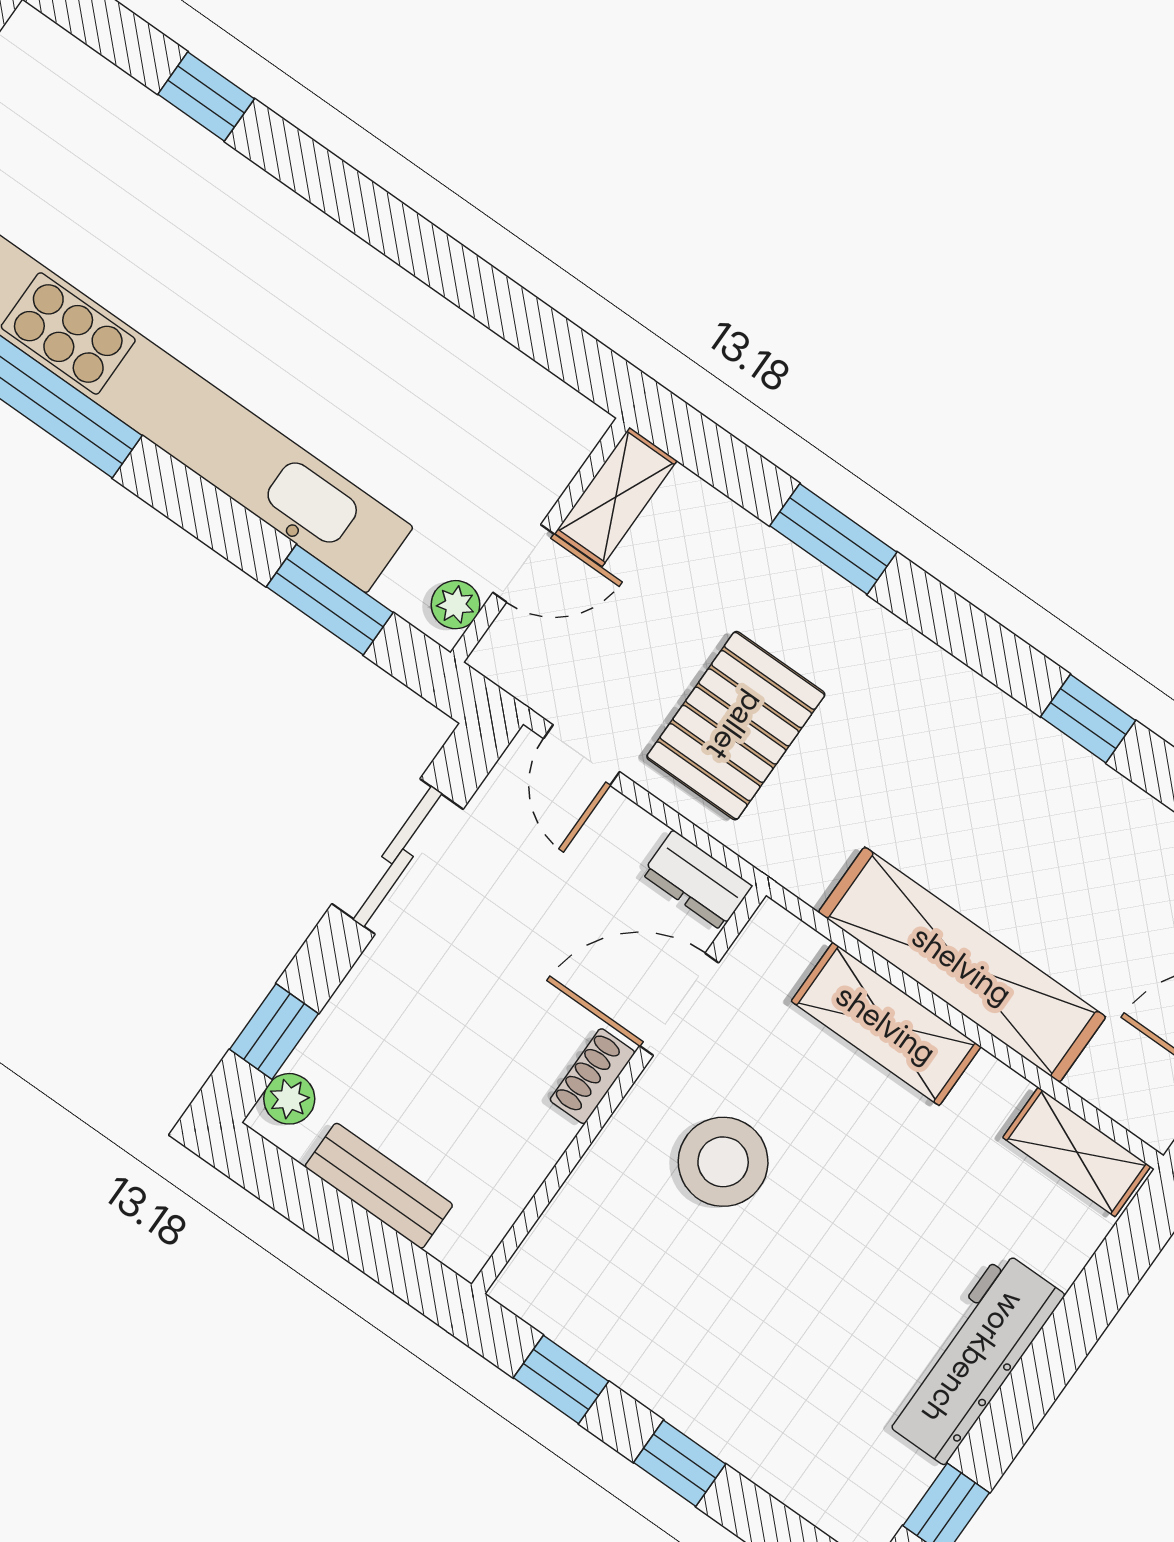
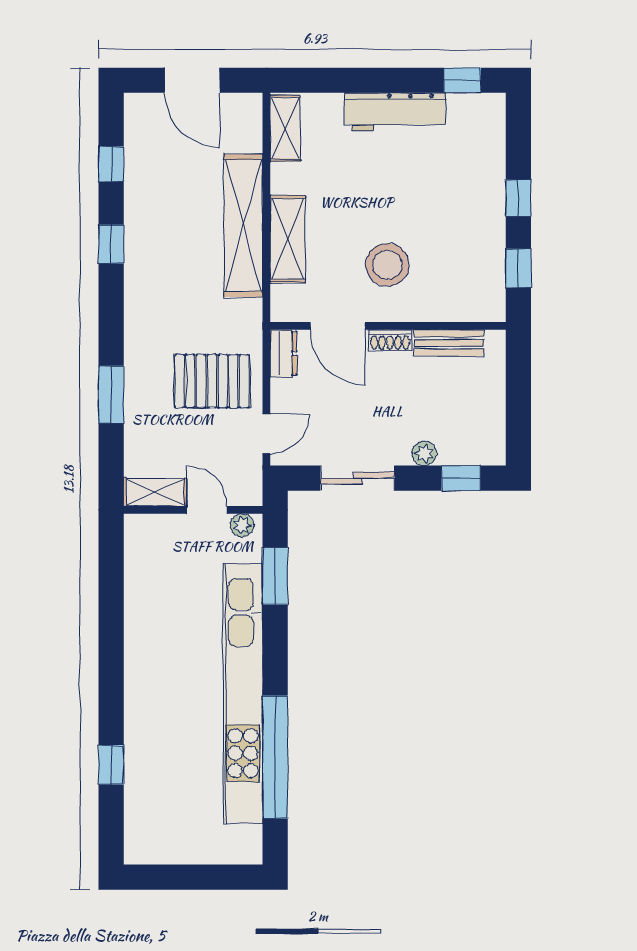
plant: (289, 1099) -> (424, 453), moved
bench: (379, 1186) -> (449, 343), moved, turned 90

